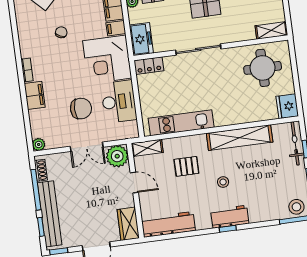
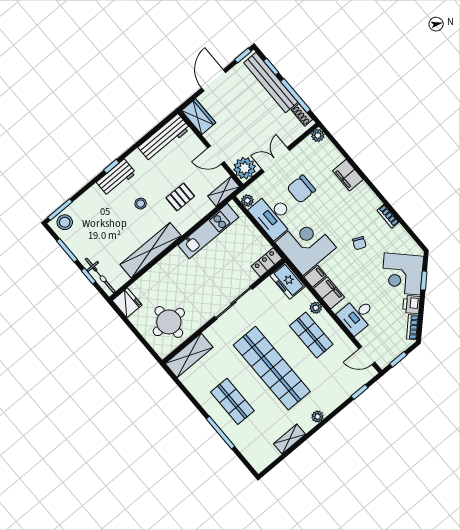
shelving: (271, 30) -> (189, 355), width x1.50, depth x1.33
bookcase: (27, 70) -> (388, 216), moved
plant: (132, 128) -> (247, 201), added

